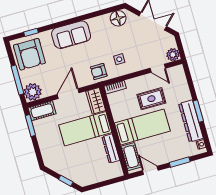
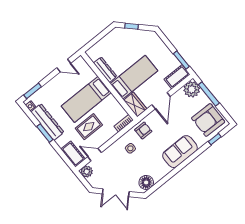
armchair: (29, 54) -> (208, 120), turned -89
cot: (131, 157) -> (73, 154), moved
window: (180, 162) -> (33, 91), moved

